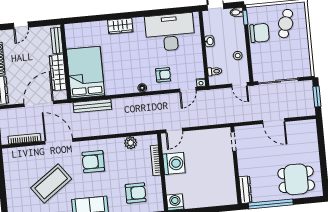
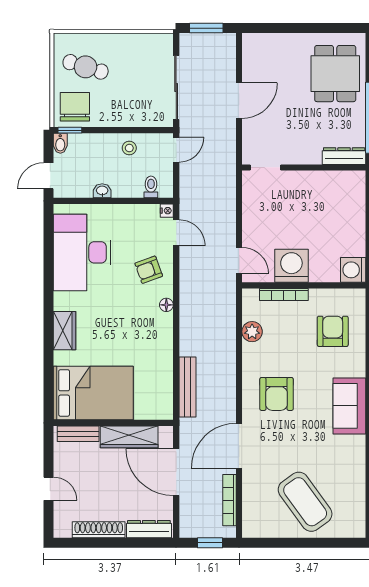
chair: (260, 33) -> (75, 107), moved
bed: (85, 72) -> (93, 393), moved, turned 180
armchair: (163, 75) -> (149, 270), turned -110
coffee table: (51, 183) -> (305, 502), moved

